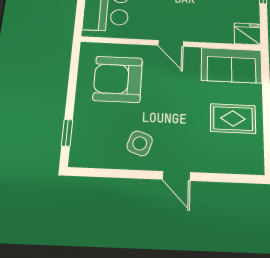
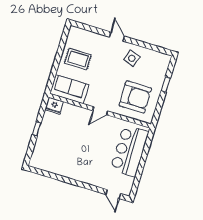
door: (171, 43) -> (100, 111), swing flipped
window: (67, 133) -> (166, 84), moved

